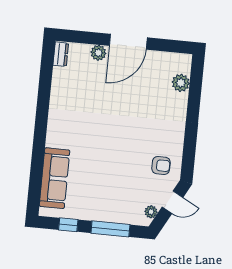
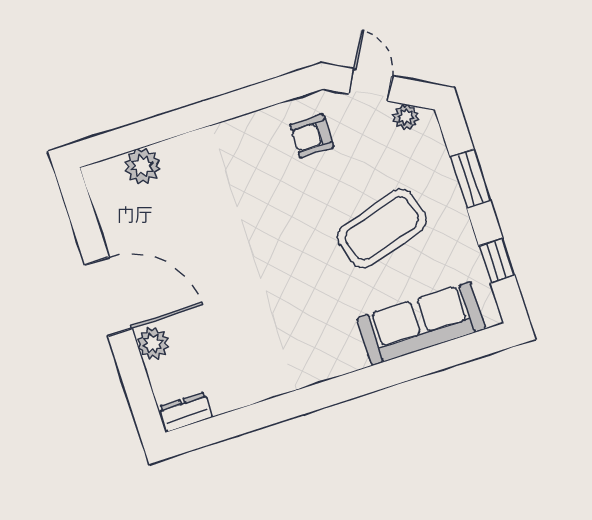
armchair: (161, 165) -> (312, 136), turned -90
coffee table: (105, 179) -> (382, 228), added
window: (110, 229) -> (470, 179), width x0.69

